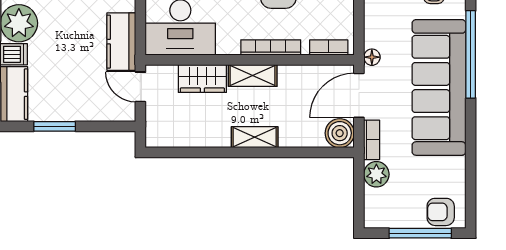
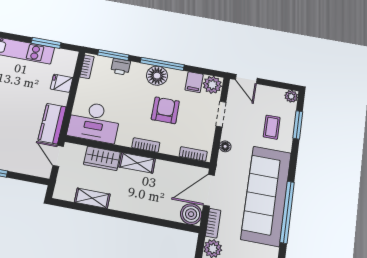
bookcase: (271, 47) -> (146, 145), width x0.64
window: (471, 54) -> (287, 212), moved
floor lamp: (372, 57) -> (225, 146), moved
shelving: (255, 137) -> (92, 198), moved

